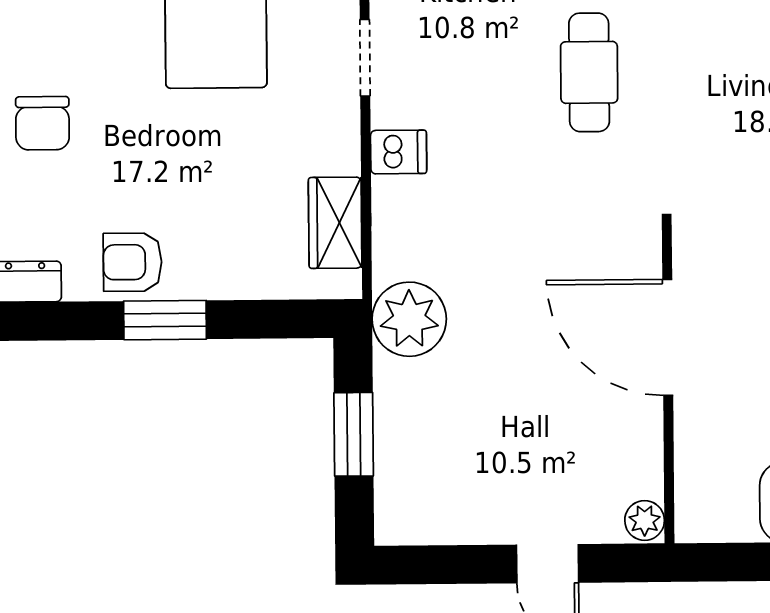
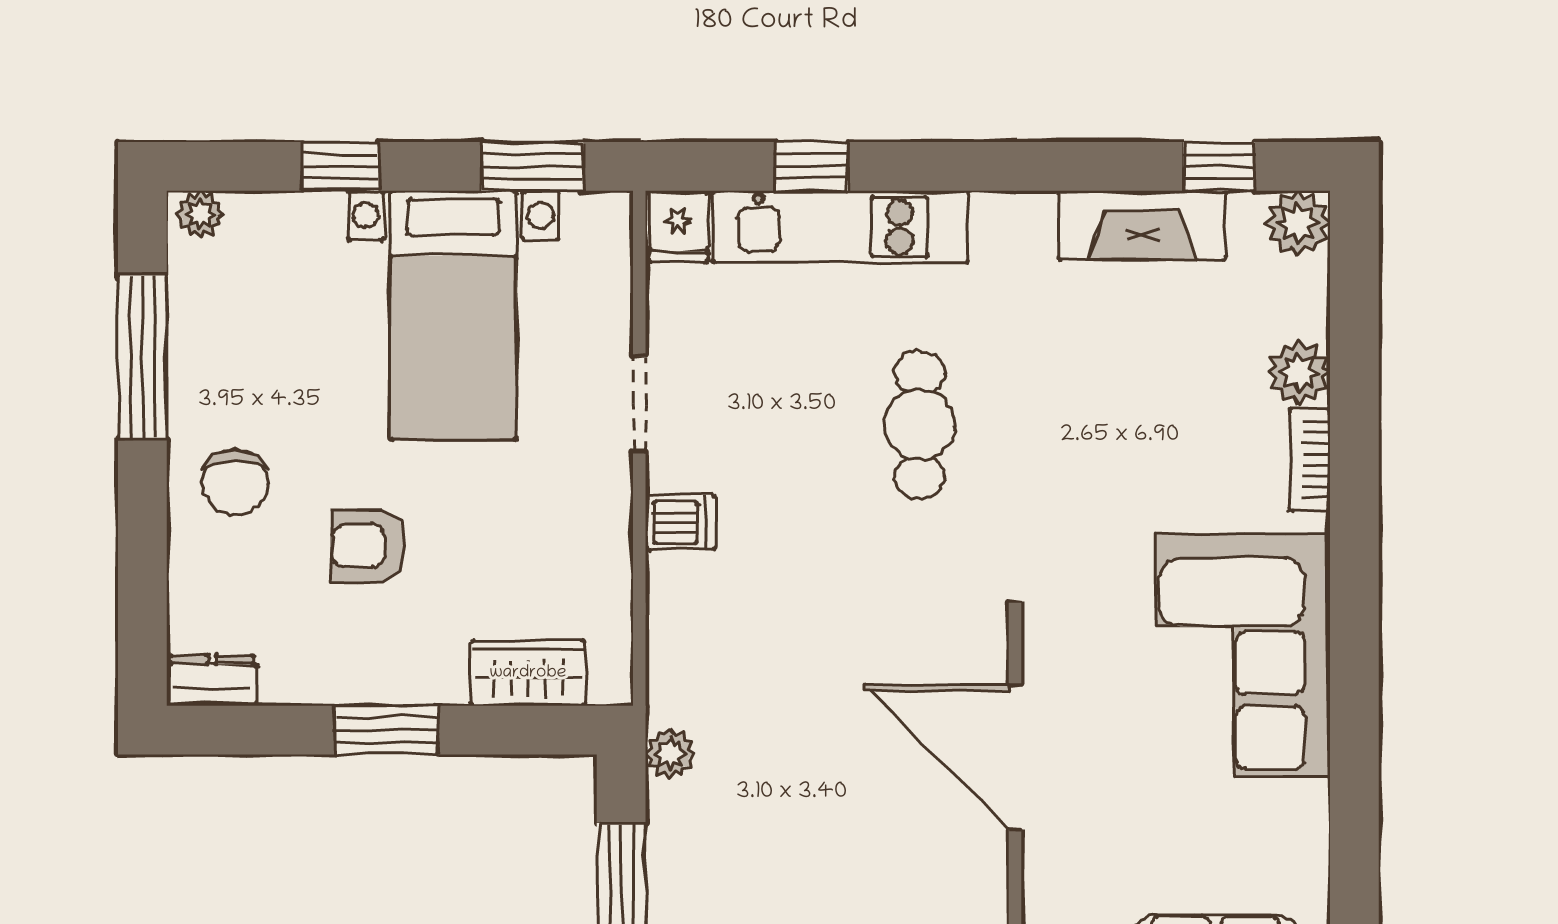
wardrobe: (335, 223) -> (528, 673), moved, turned 90
armchair: (133, 262) -> (368, 546), moved
plant: (409, 319) -> (670, 753), width x0.53, depth x0.53

